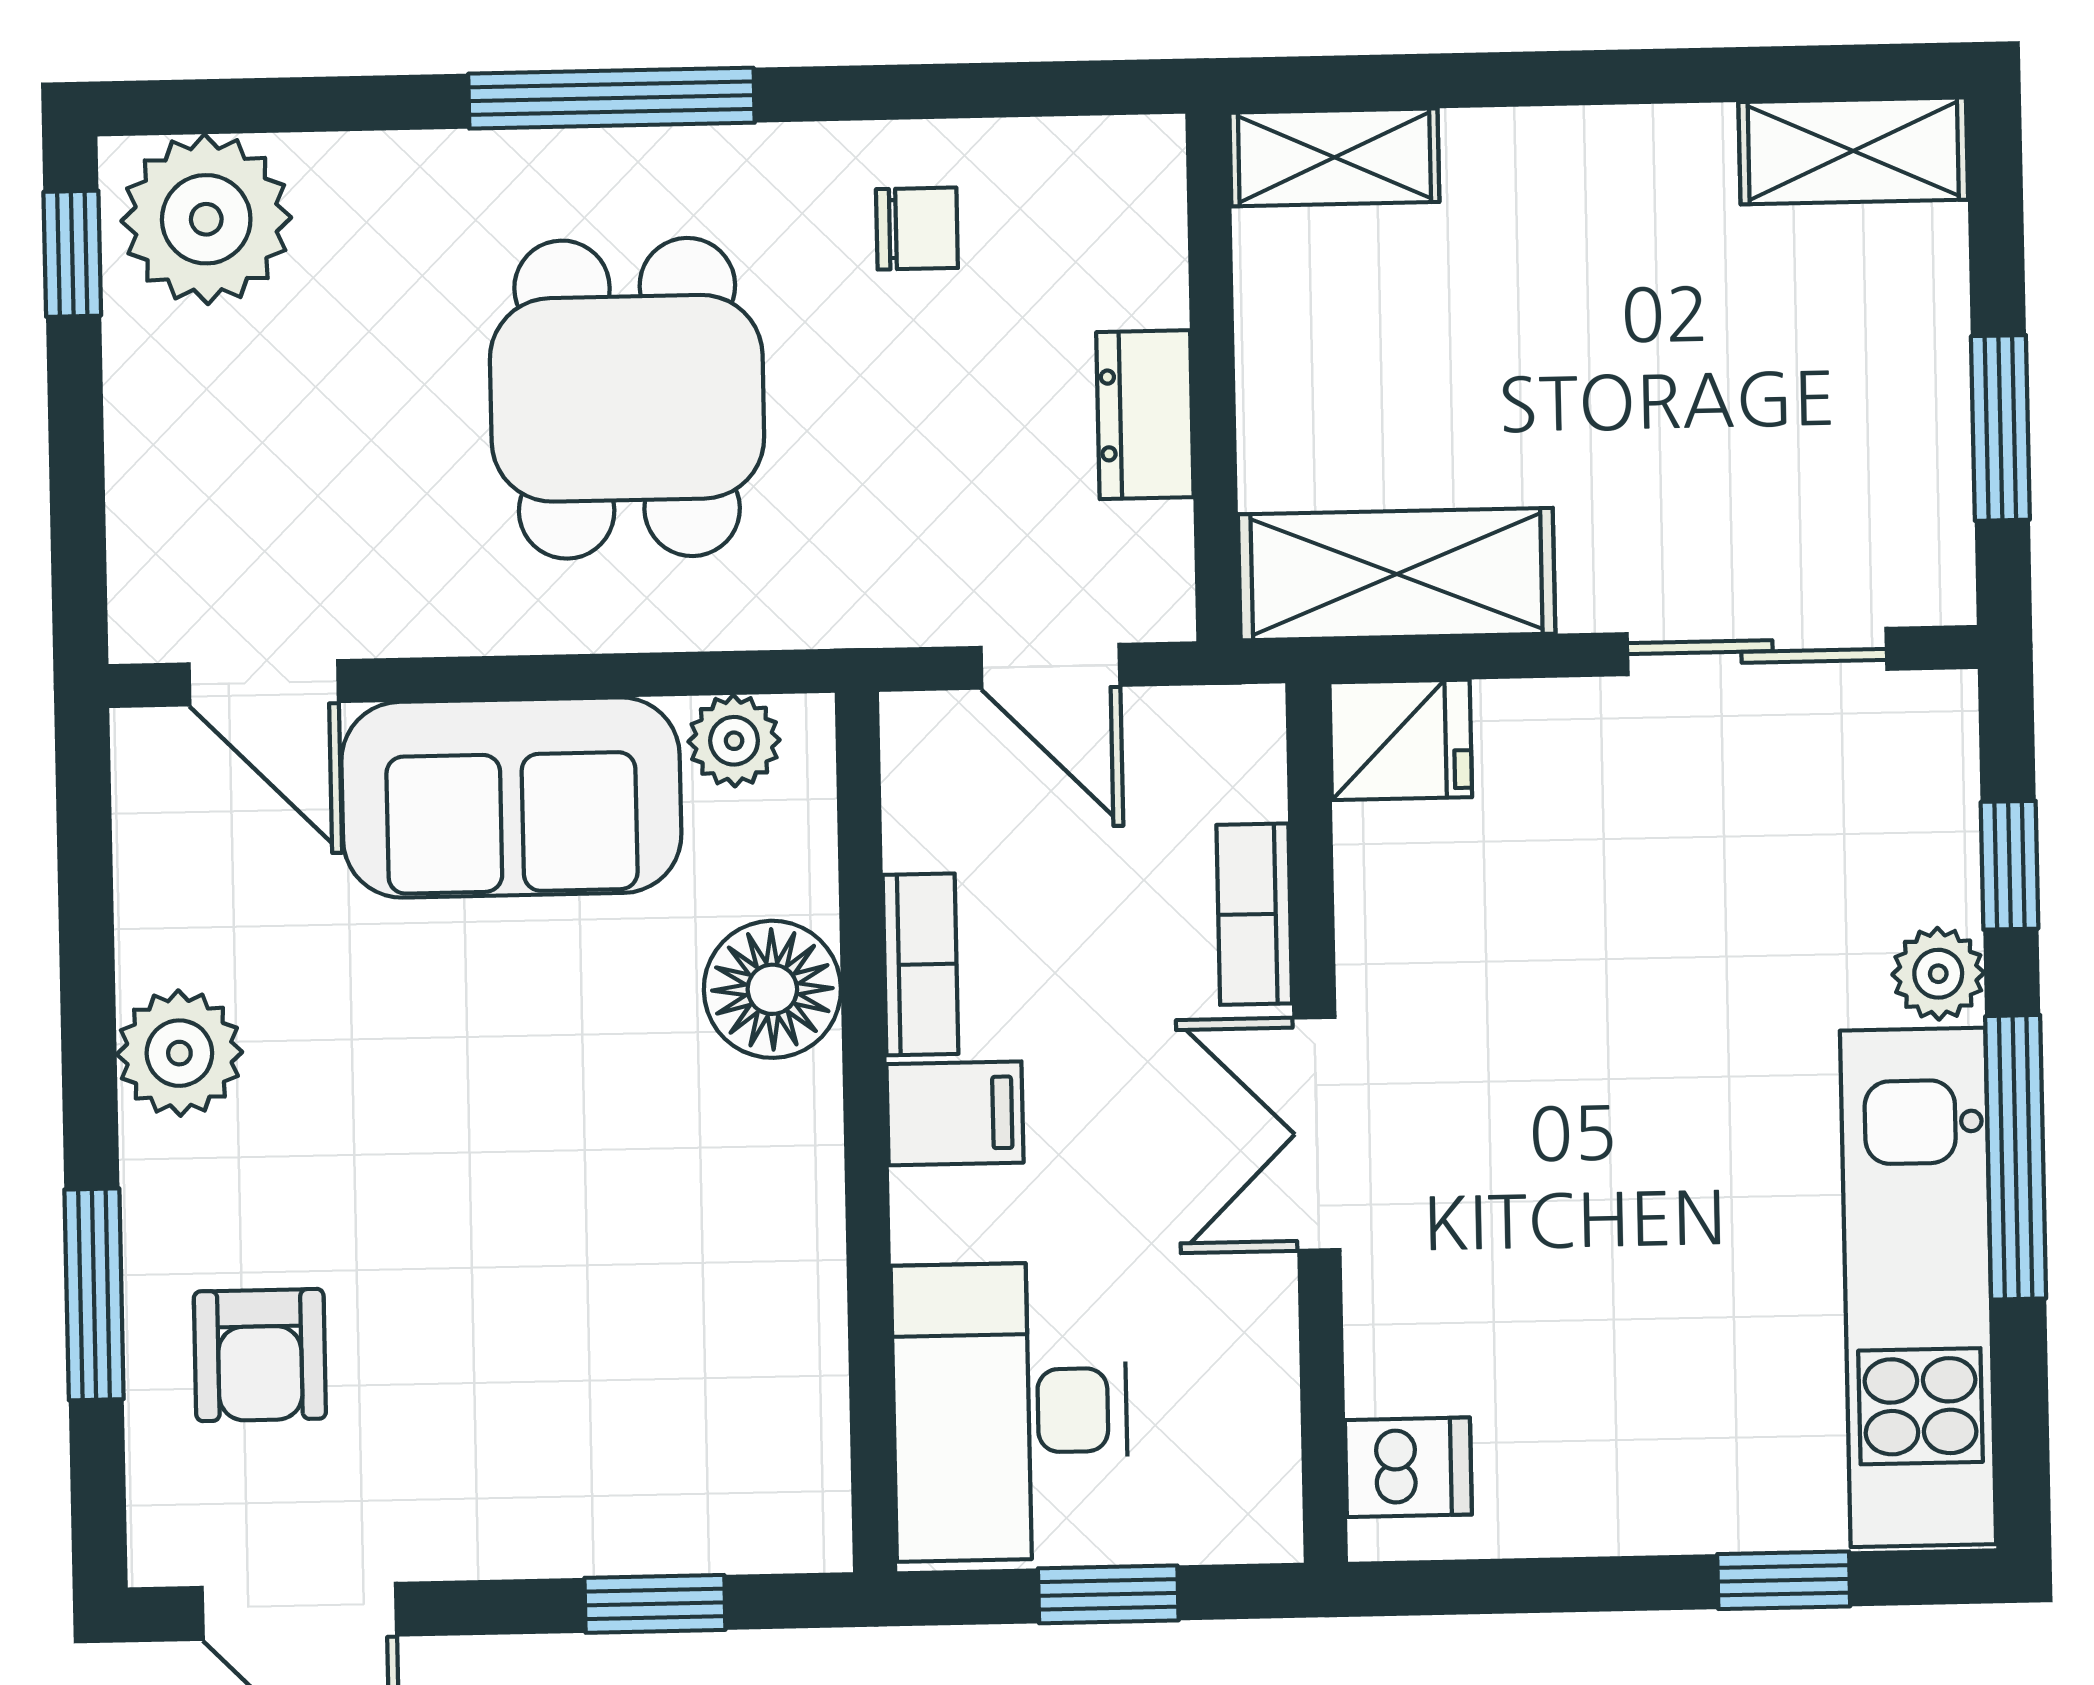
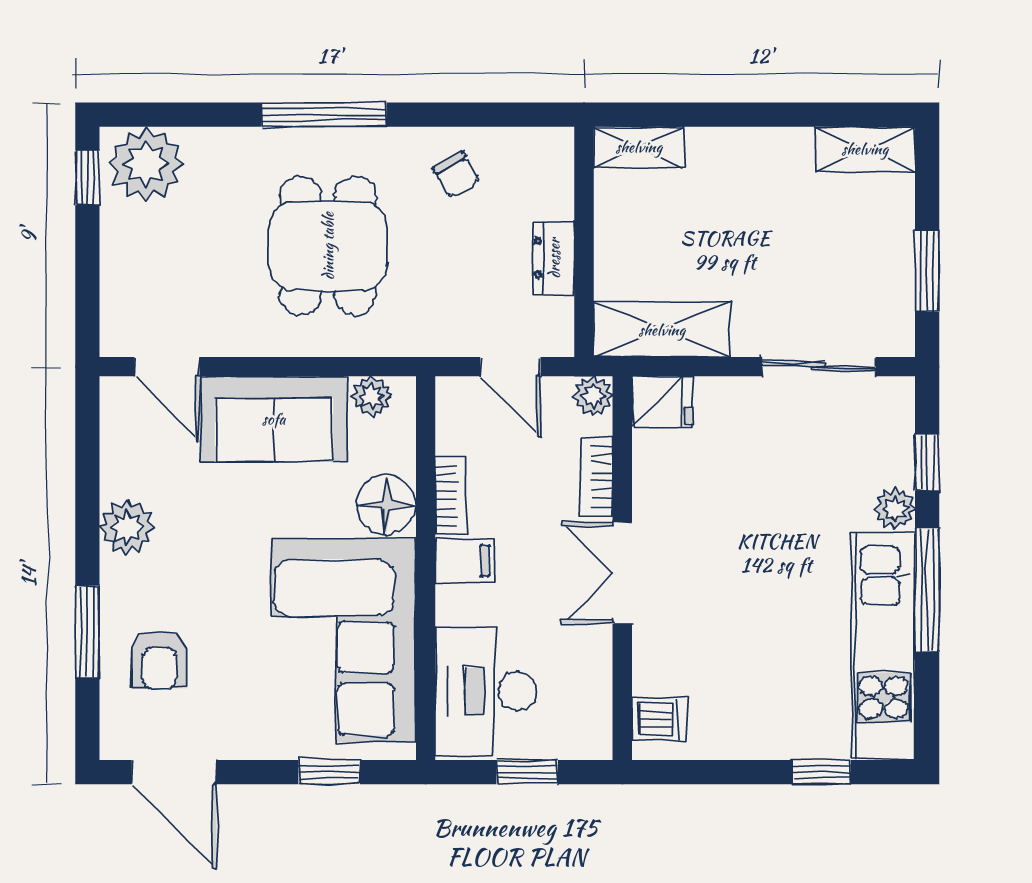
chair: (917, 229) -> (456, 174), turned 61
plant: (1242, 729) -> (593, 396), added
corner sofa: (681, 1302) -> (343, 641), added

